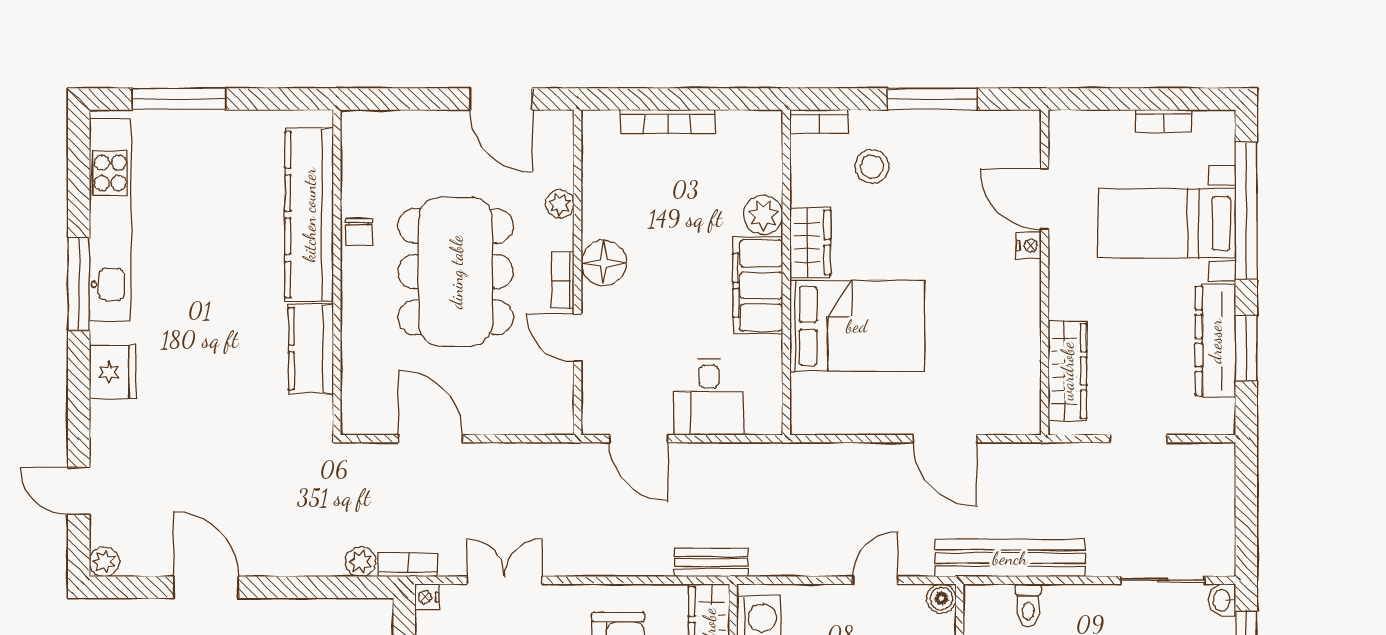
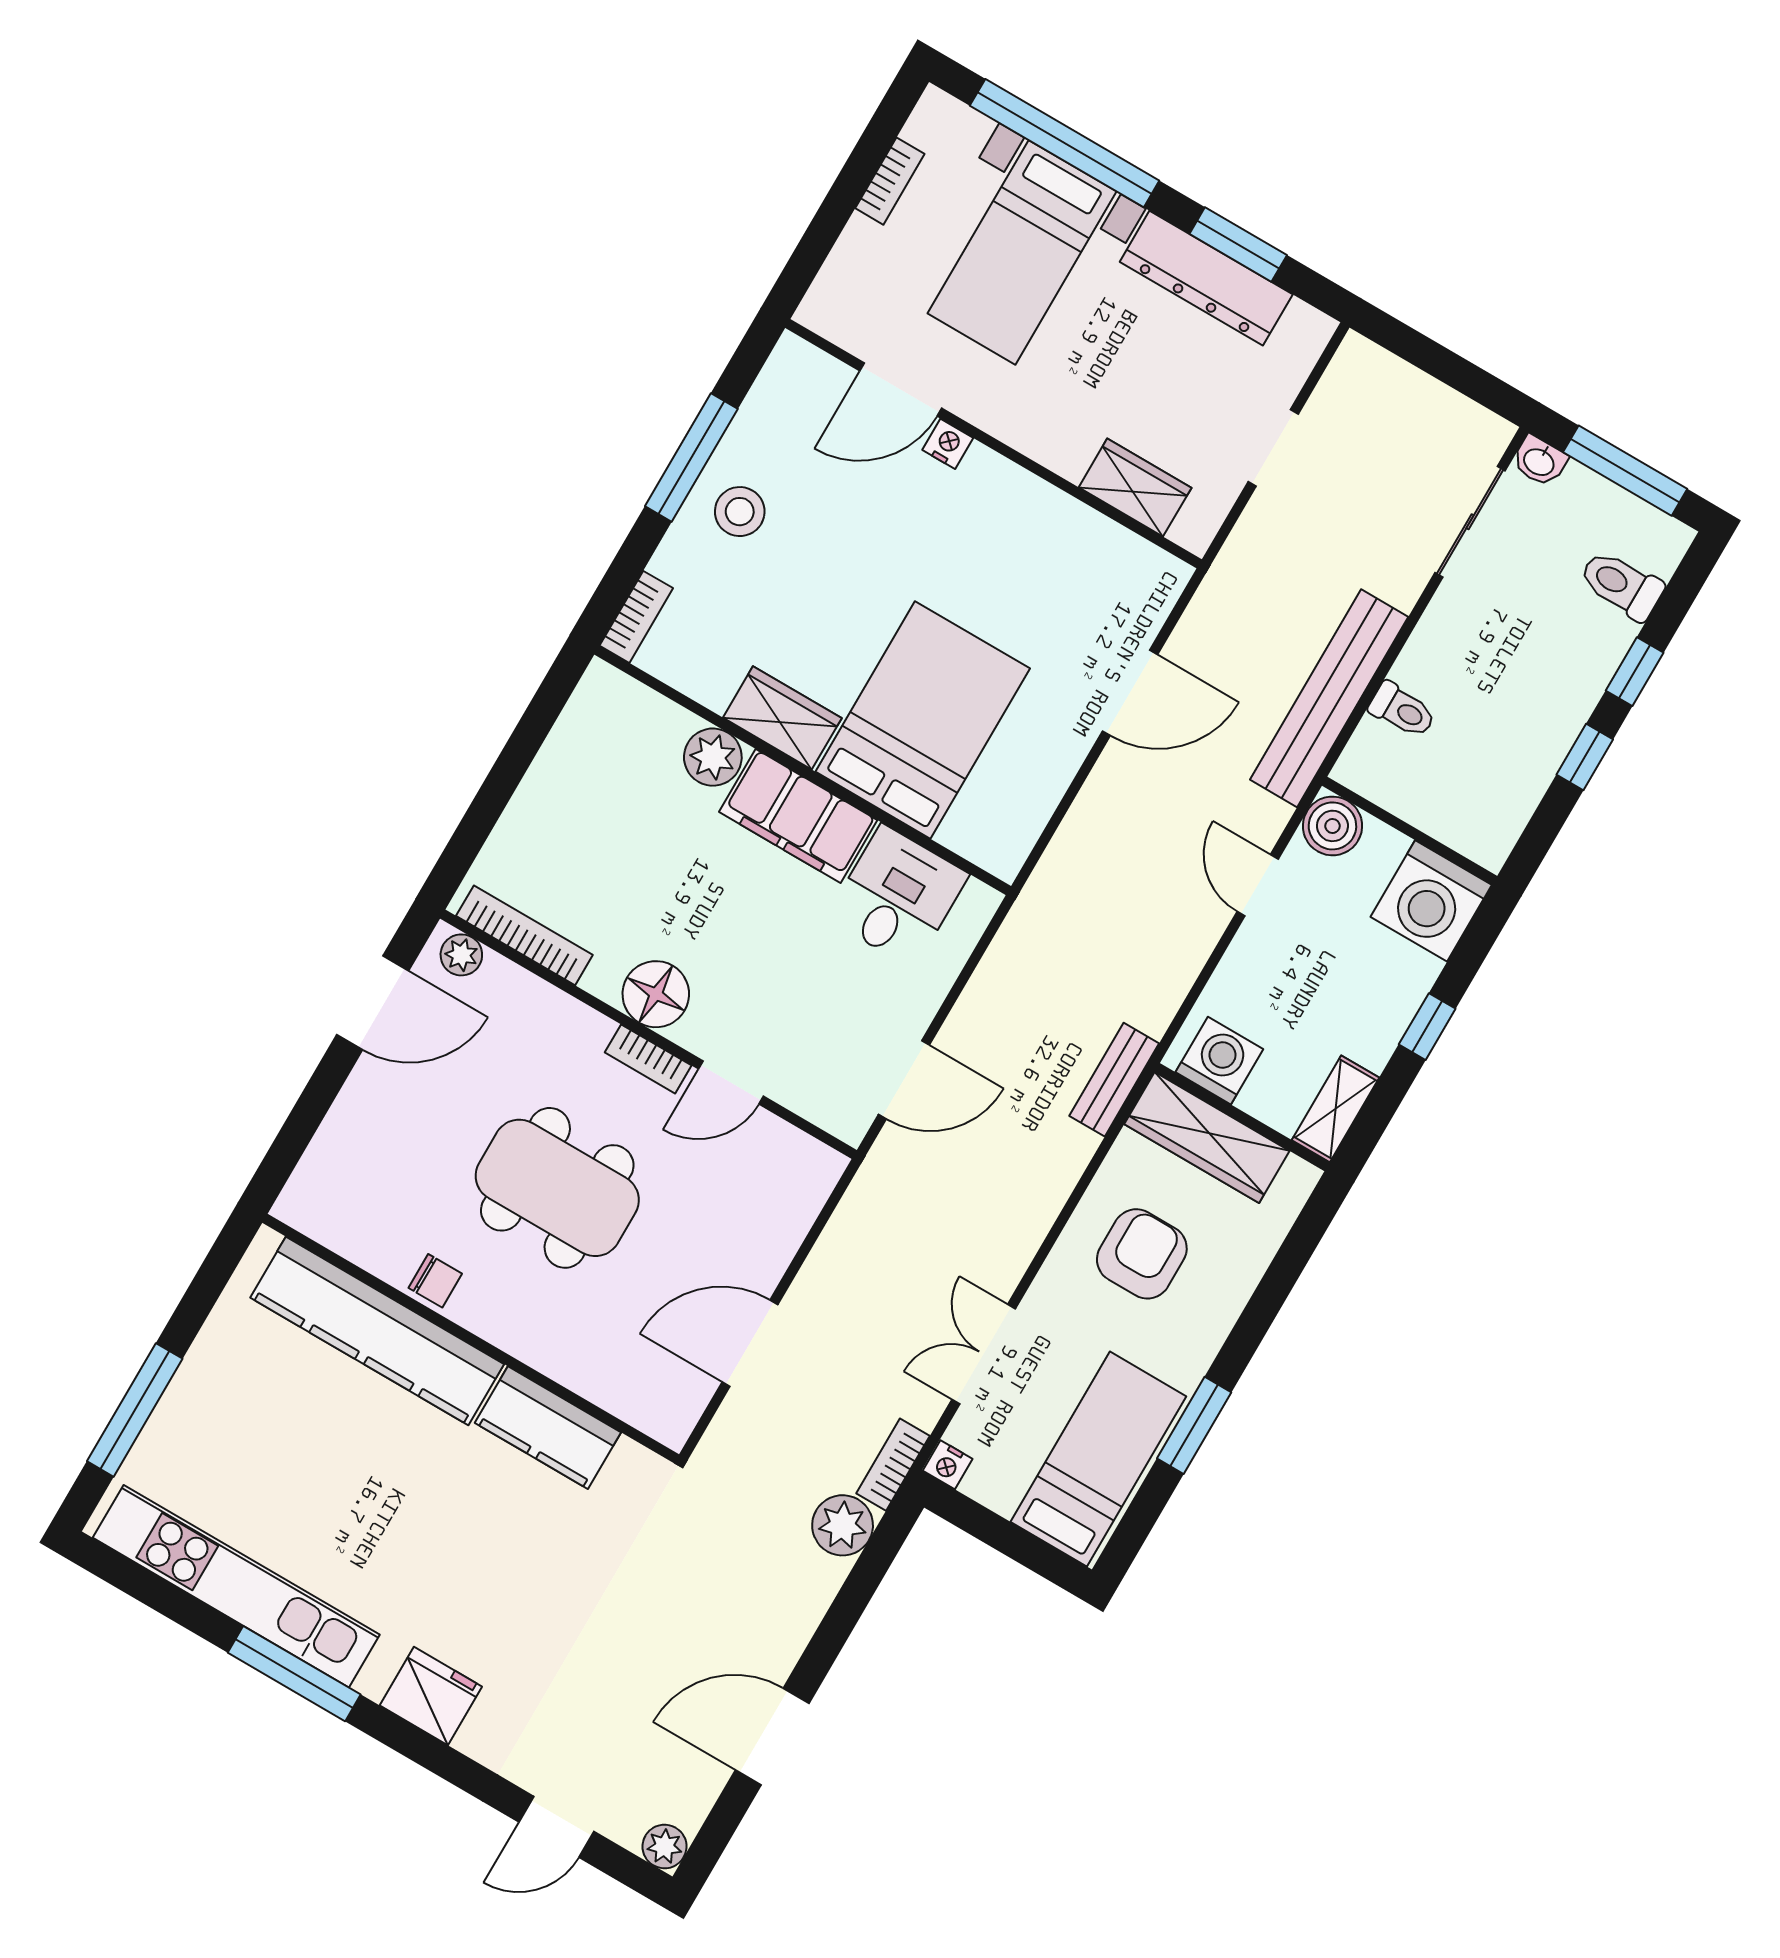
bookcase: (667, 122) -> (524, 935), moved, turned -90
stool: (872, 167) -> (740, 512), moved
plant: (560, 204) -> (461, 955), moved
dining table: (456, 272) -> (557, 1188), width x0.73, depth x0.80
wardrobe: (1067, 371) -> (1135, 488), width x0.67
desk: (709, 397) -> (898, 896), moved, turned -90
plant: (361, 562) -> (843, 1525), width x1.38, depth x1.38
boiler: (941, 599) -> (1332, 826), width x1.36, depth x1.36

